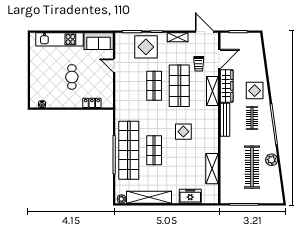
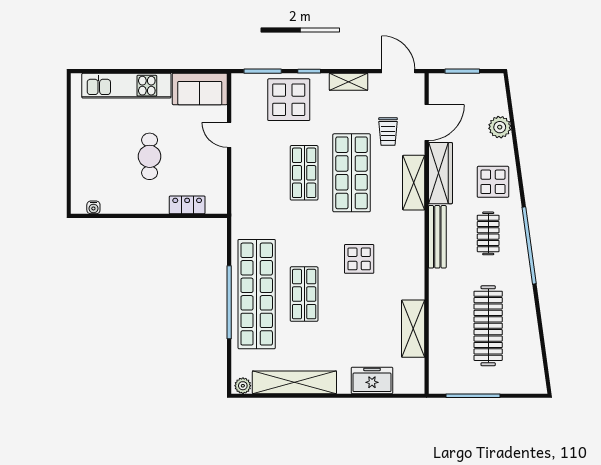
plant: (272, 160) -> (500, 127), moved

